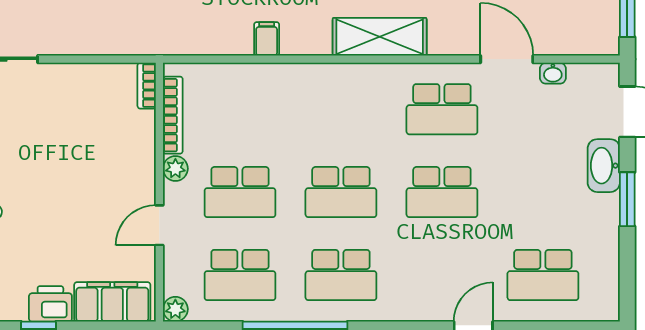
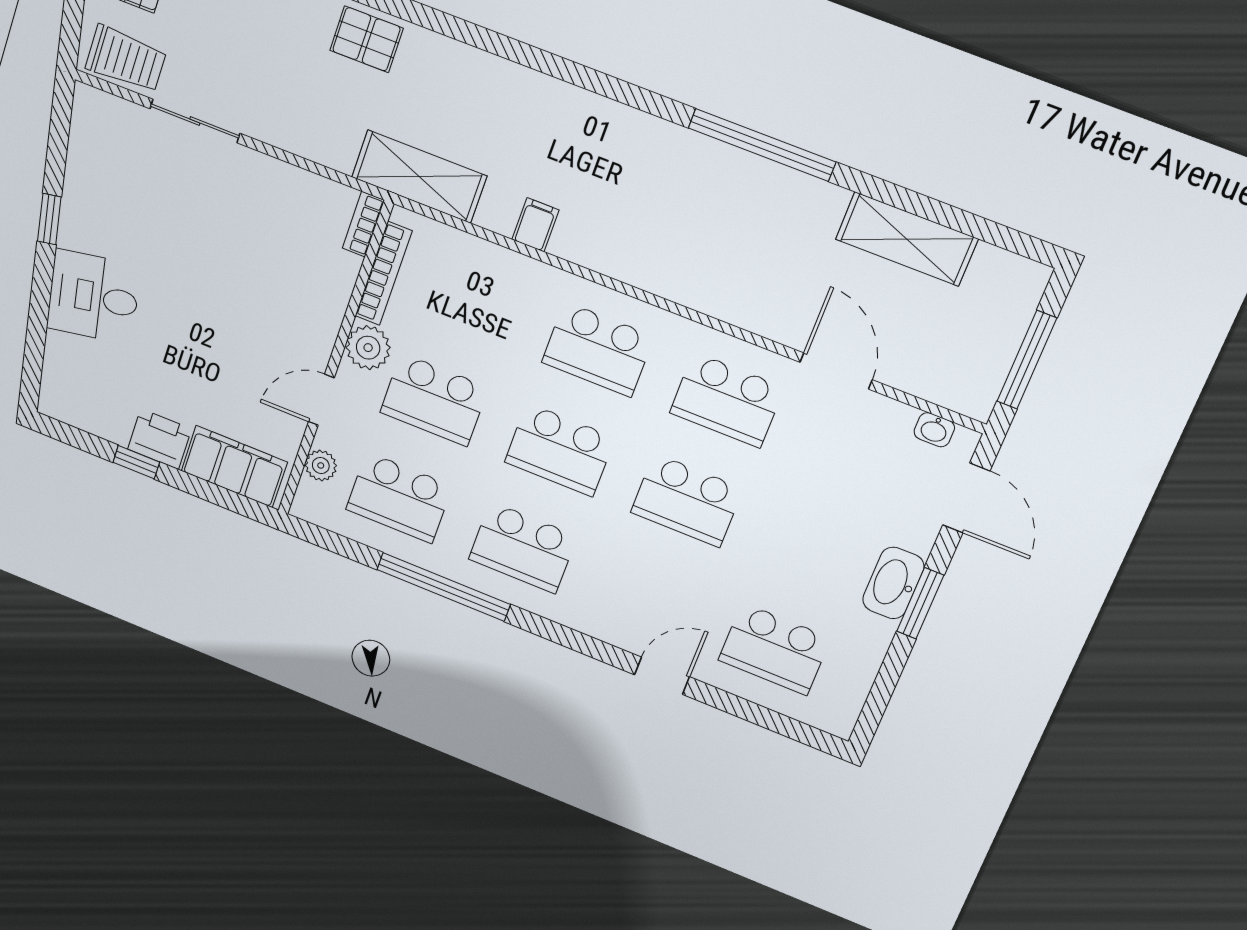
shelving: (380, 37) -> (419, 177), moved
washbasin: (553, 73) -> (934, 430), moved
school desk: (341, 109) -> (598, 349), added
washbasin: (604, 166) -> (893, 583), moved
plant: (175, 169) -> (368, 348), width x1.38, depth x1.38
plant: (175, 309) -> (321, 465), moved

